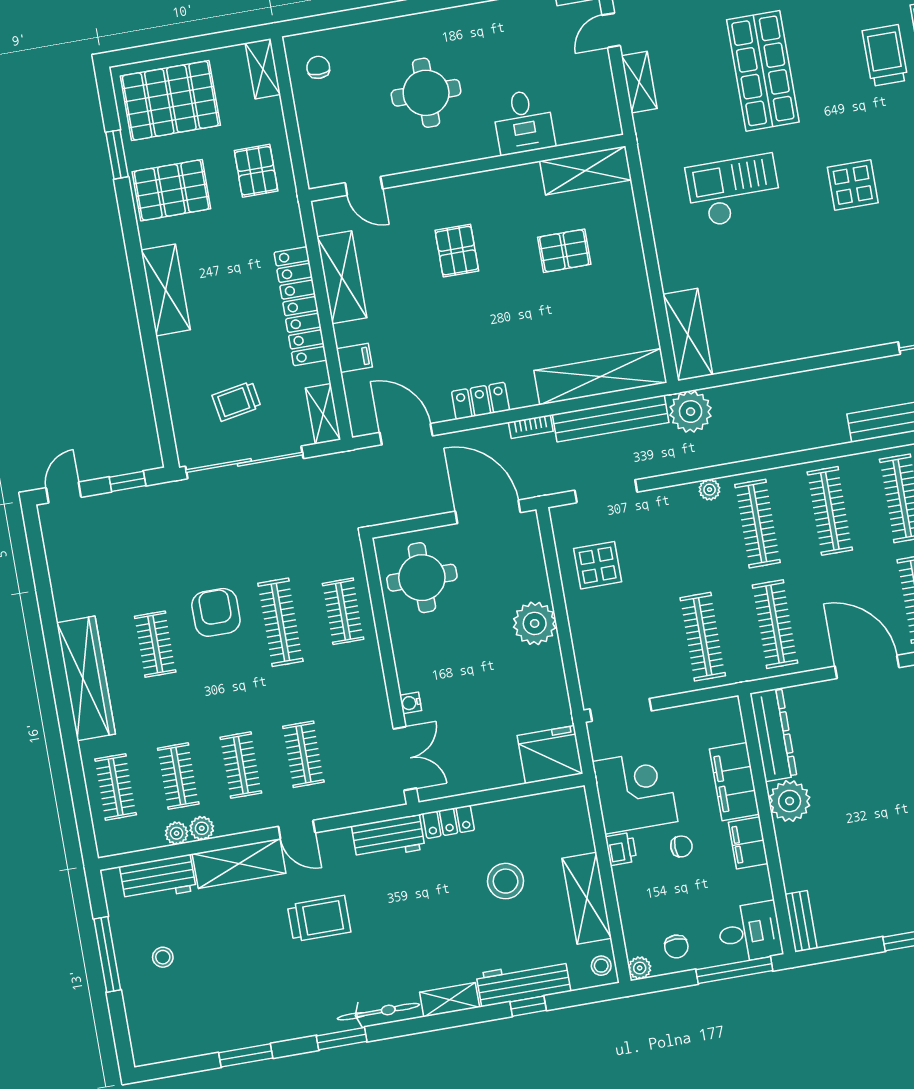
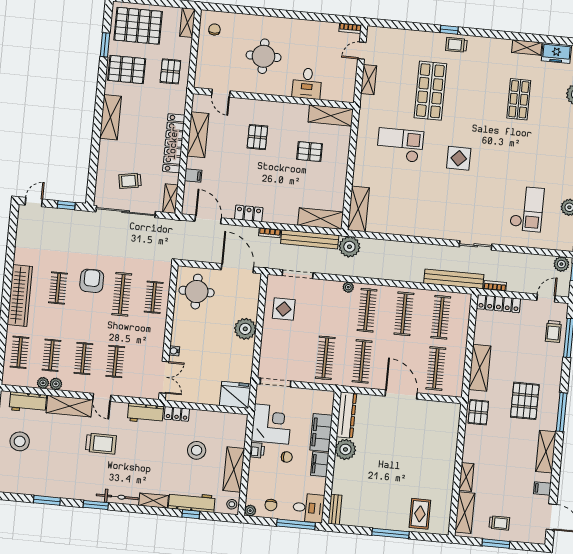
trolley: (885, 55) -> (492, 100), removed
shelving: (600, 377) -> (321, 219), width x0.68
stool: (163, 957) -> (20, 441), width x1.89, depth x1.89

